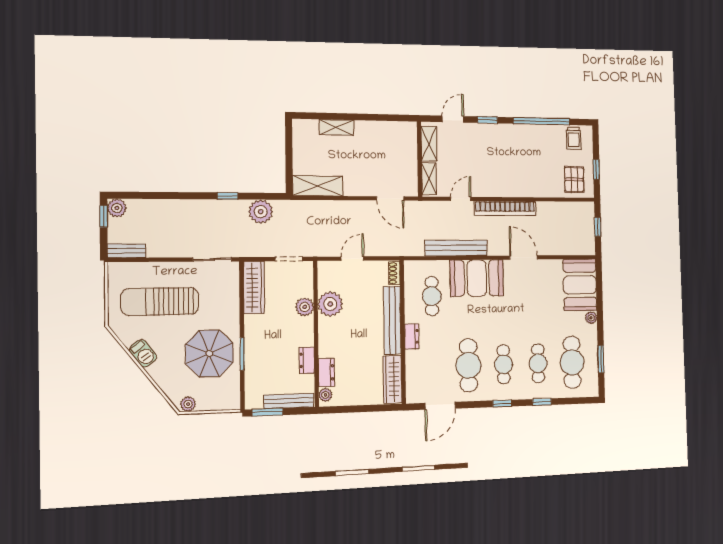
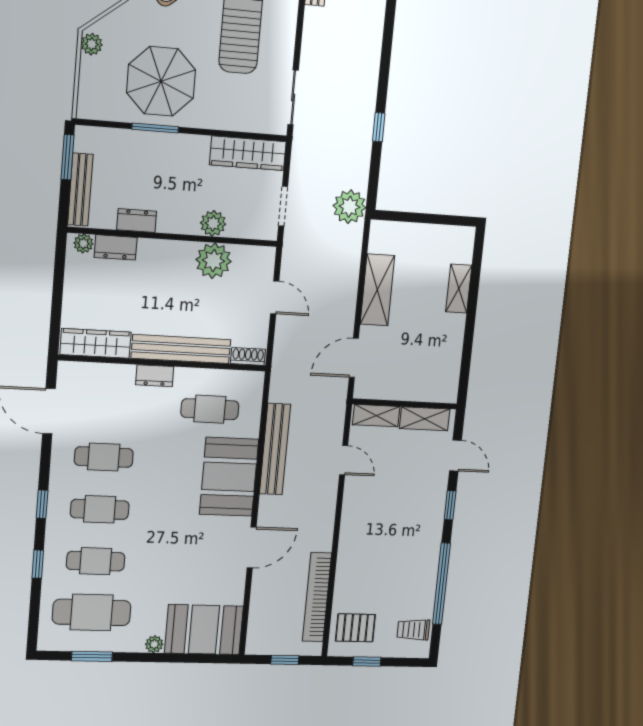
shelving: (318, 186) -> (377, 290), moved
bookcase: (505, 208) -> (317, 597), moved
plant: (261, 212) -> (349, 207), moved
cafe table: (469, 365) -> (104, 457), width x0.73, depth x0.74

